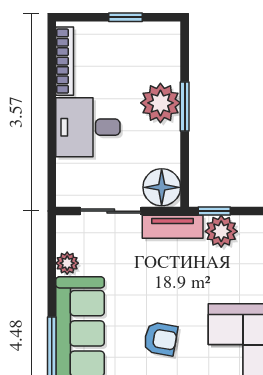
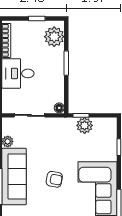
plant: (160, 103) -> (54, 37), moved
floor lamp: (162, 187) -> (59, 108), width x0.53, depth x0.53
tv unit: (173, 227) -> (60, 123), removed

